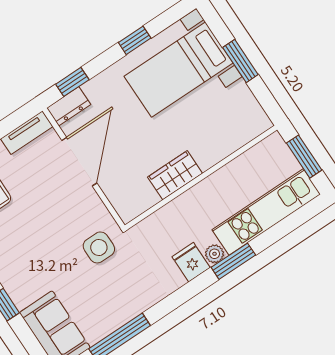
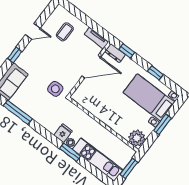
plant: (250, 121) -> (137, 138), added
wardrobe: (175, 175) -> (100, 112), removed

